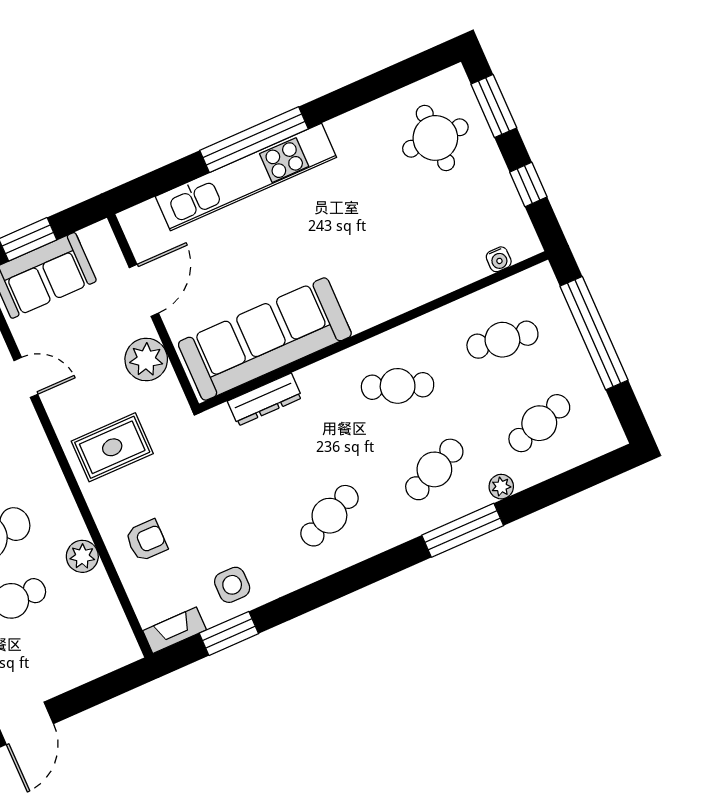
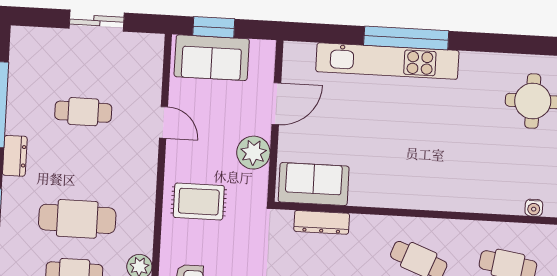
sofa: (265, 339) -> (314, 184), width x0.54, depth x0.79

